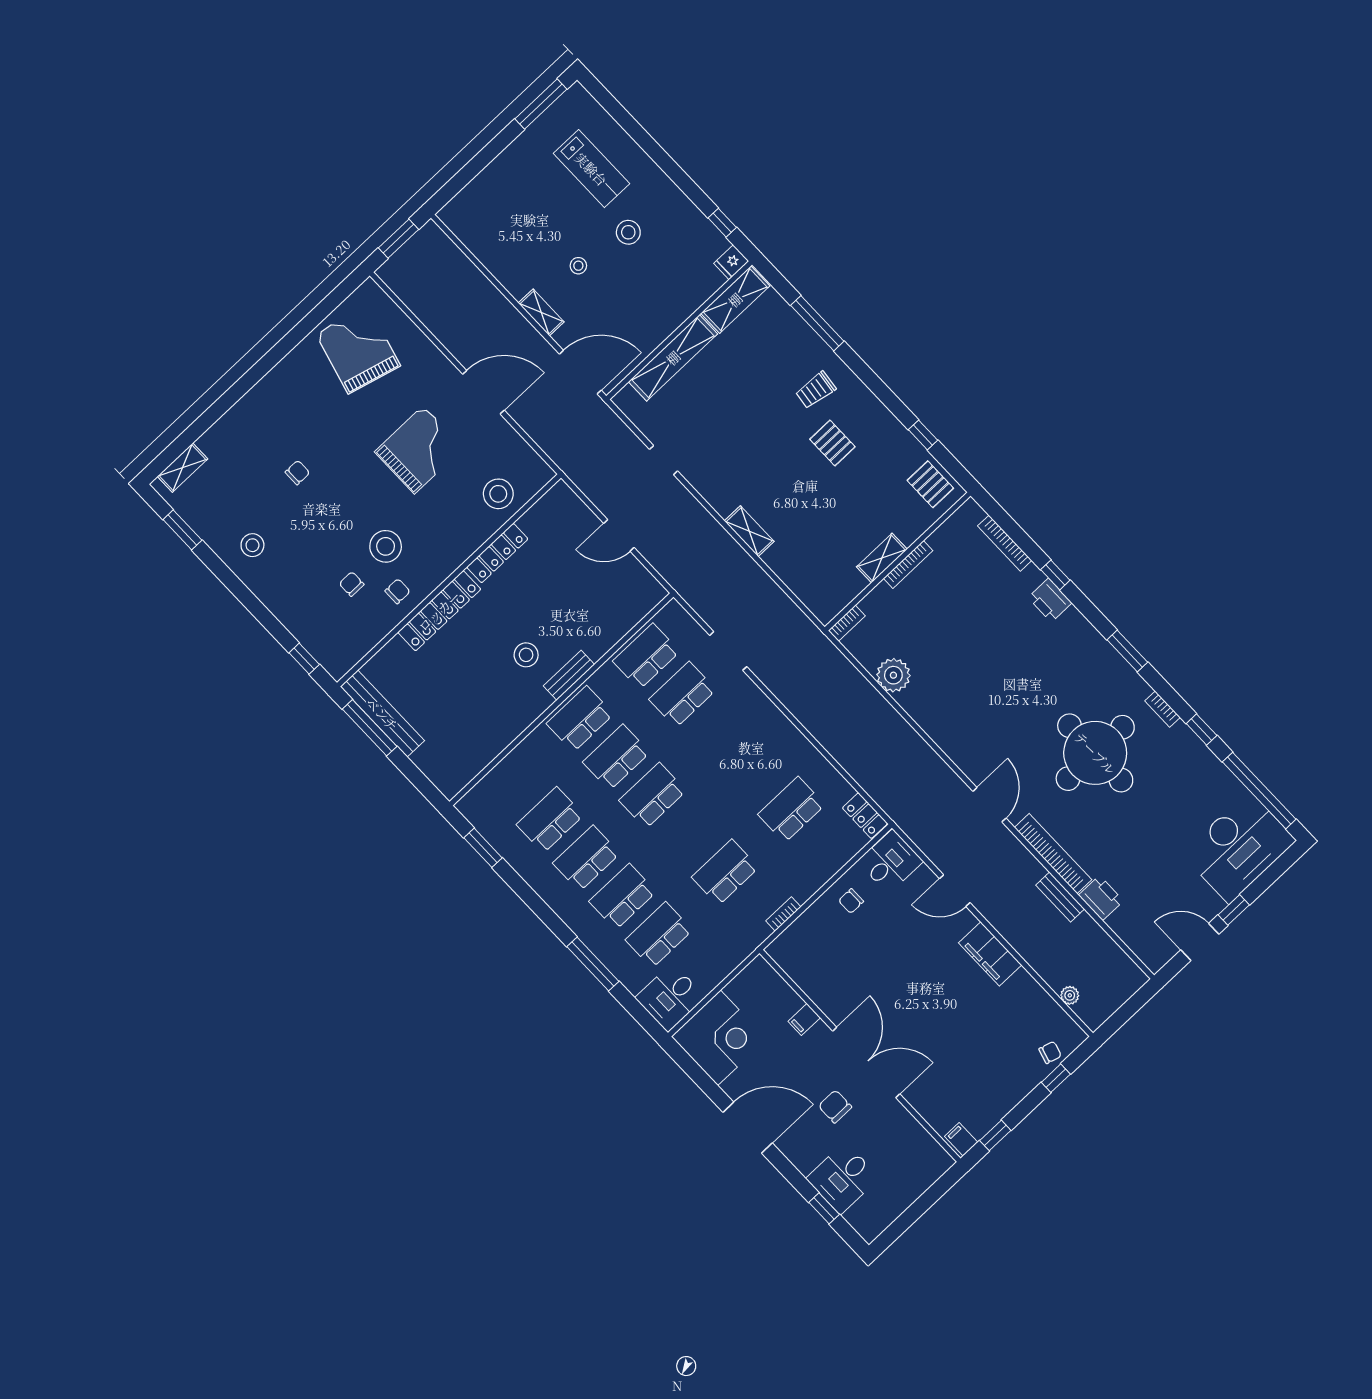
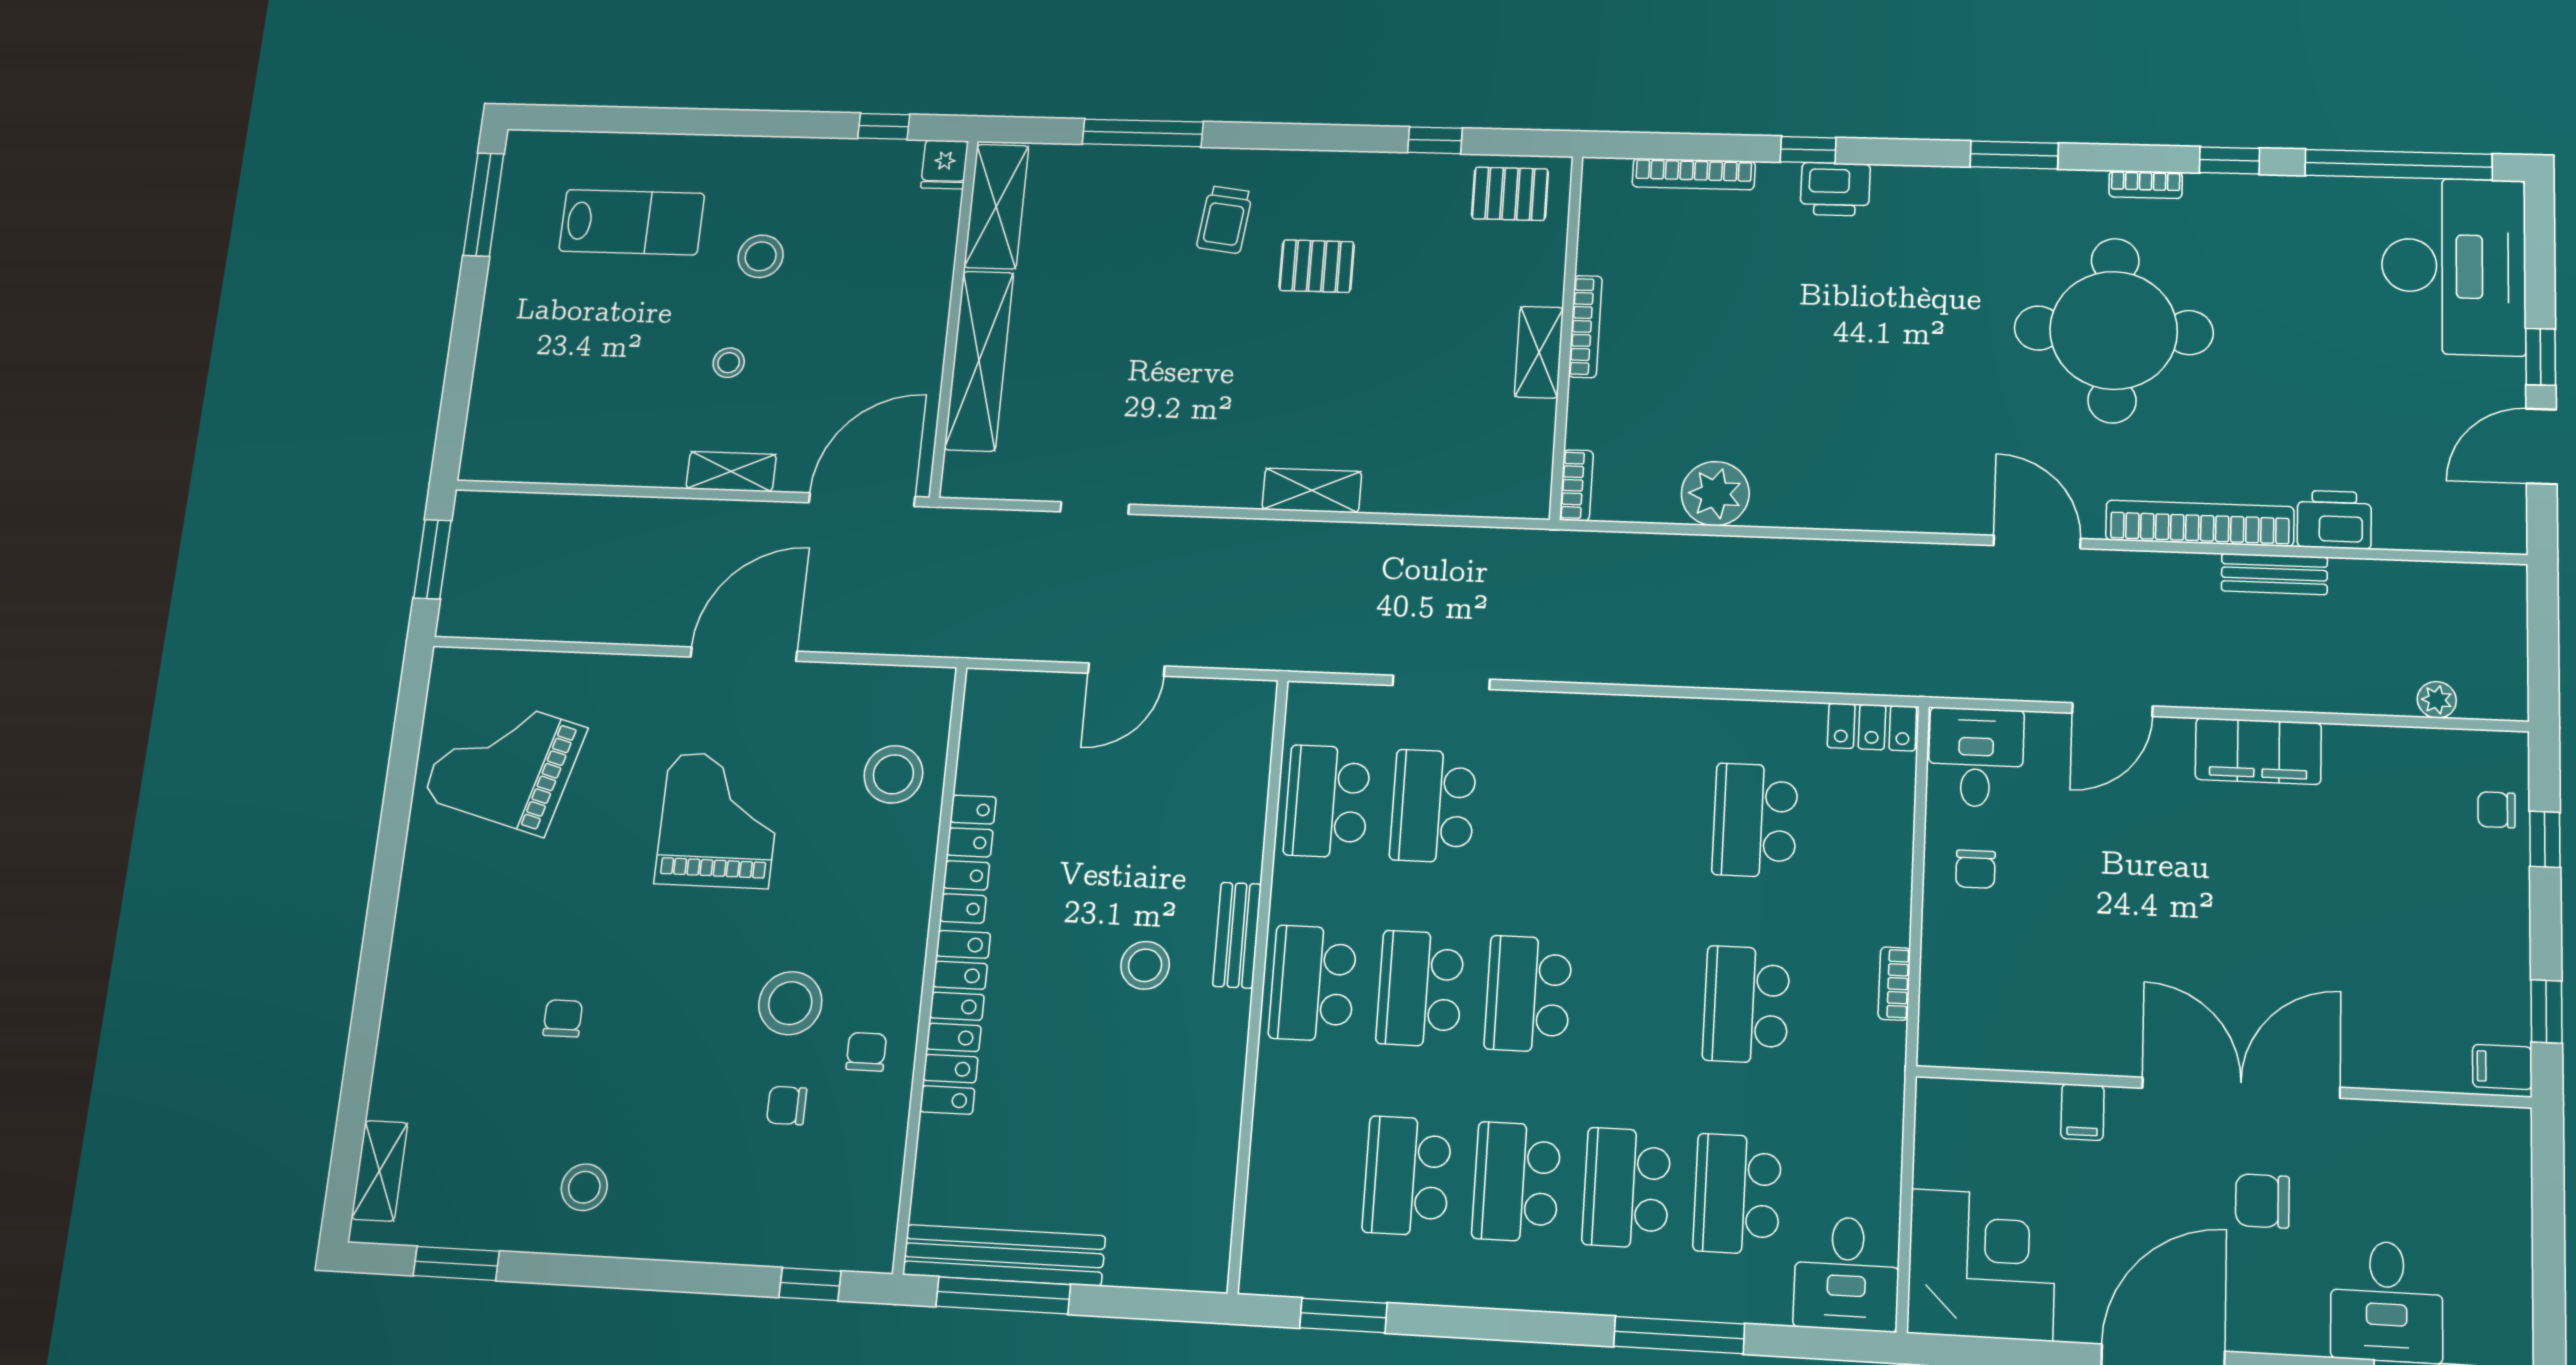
chair: (1050, 1052) -> (2496, 810), turned -106

